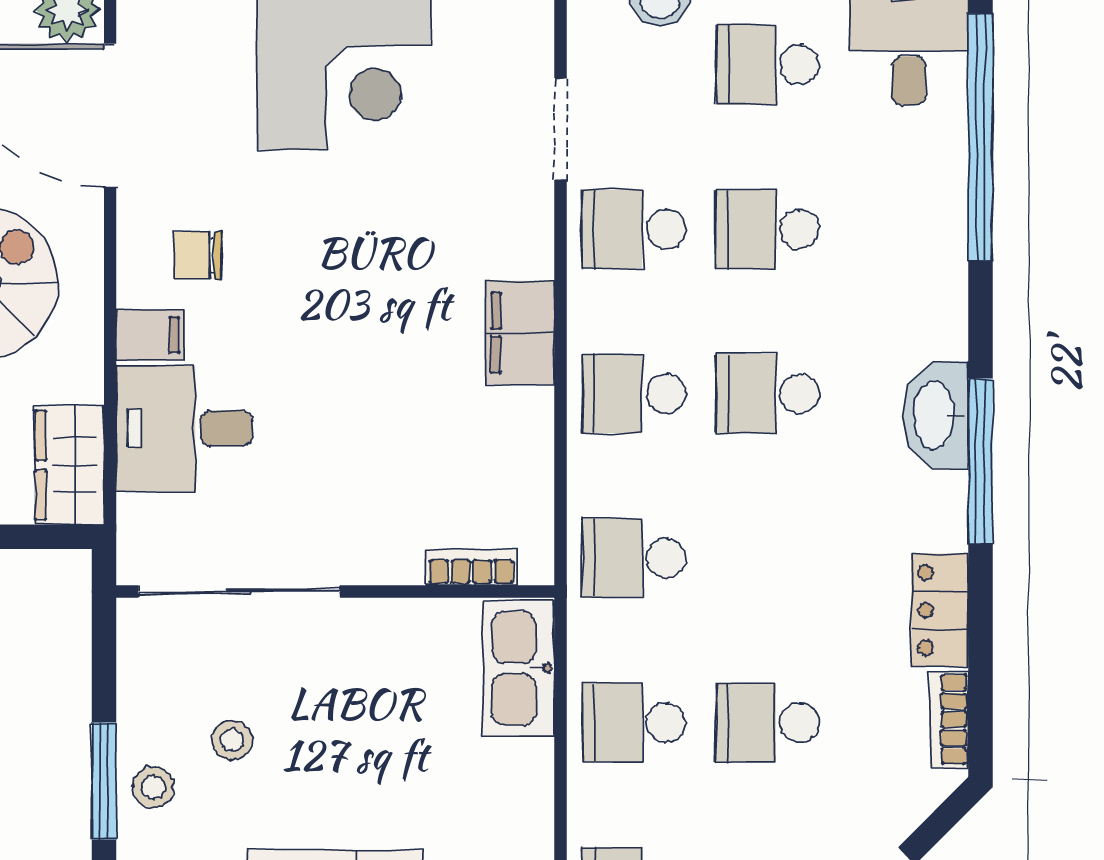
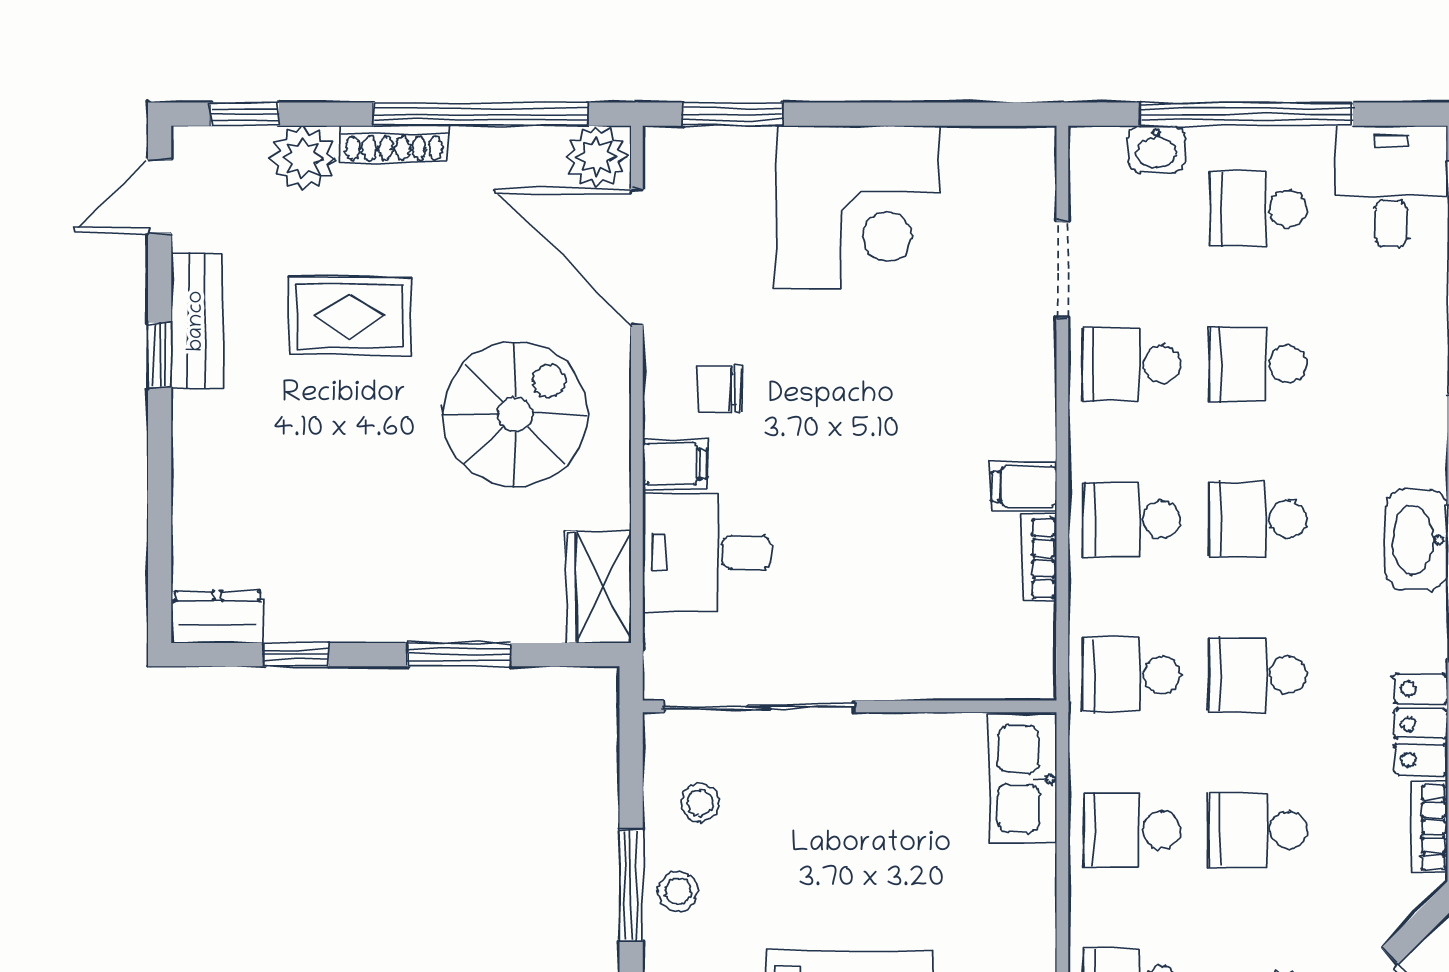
filing cabinet: (520, 333) -> (1024, 486), width x0.50
school desk: (767, 558) -> (1258, 675), added
bookcase: (471, 567) -> (1039, 558), moved, turned -90
stool: (232, 740) -> (700, 803), moved

